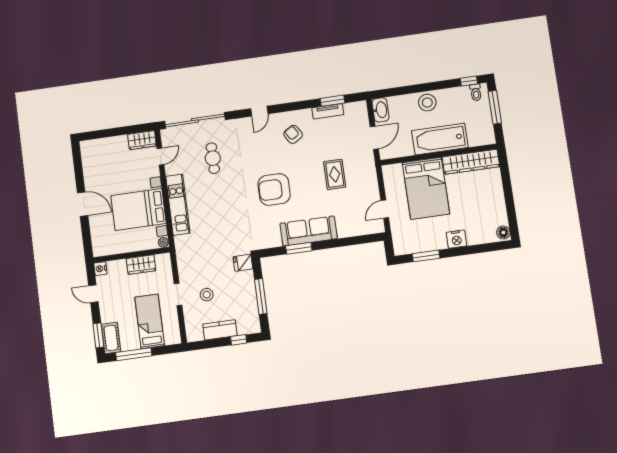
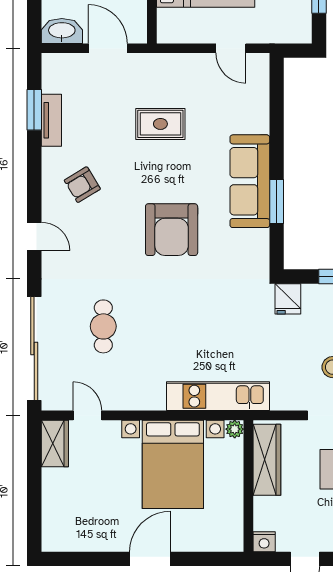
cafe table: (213, 158) -> (103, 326), turned 90
kitchen unit: (178, 205) -> (218, 396), moved
wardrobe: (141, 265) -> (267, 460), width x1.50

